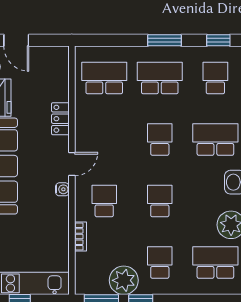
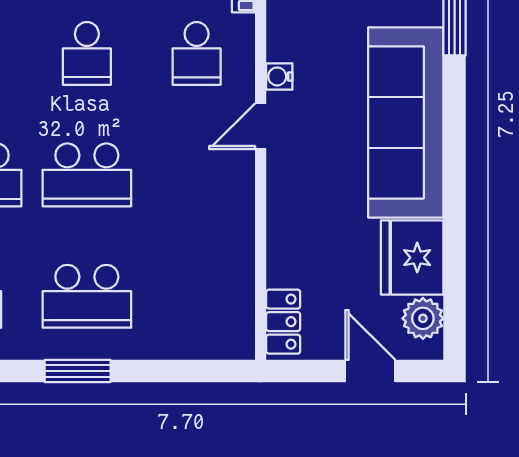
school desk: (104, 78) -> (197, 296), removed
locker: (60, 119) -> (283, 322), moved
school desk: (160, 139) -> (87, 175), width x1.85

